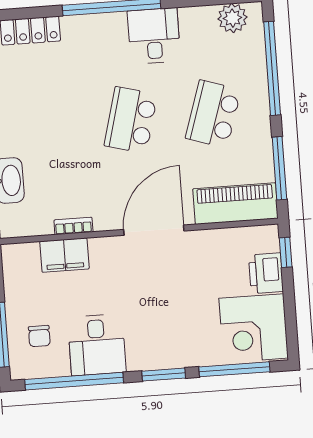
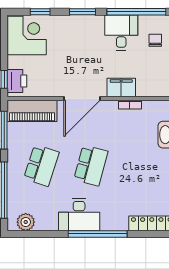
desk: (154, 36) -> (79, 215), width x1.37
filing cabinet: (64, 255) -> (121, 88), moved
printer: (266, 273) -> (17, 81), moved
window: (234, 369) -> (40, 12), width x0.46

